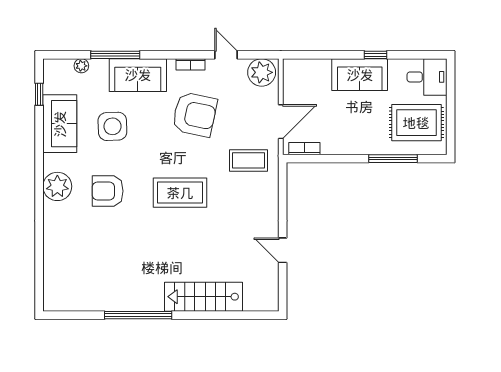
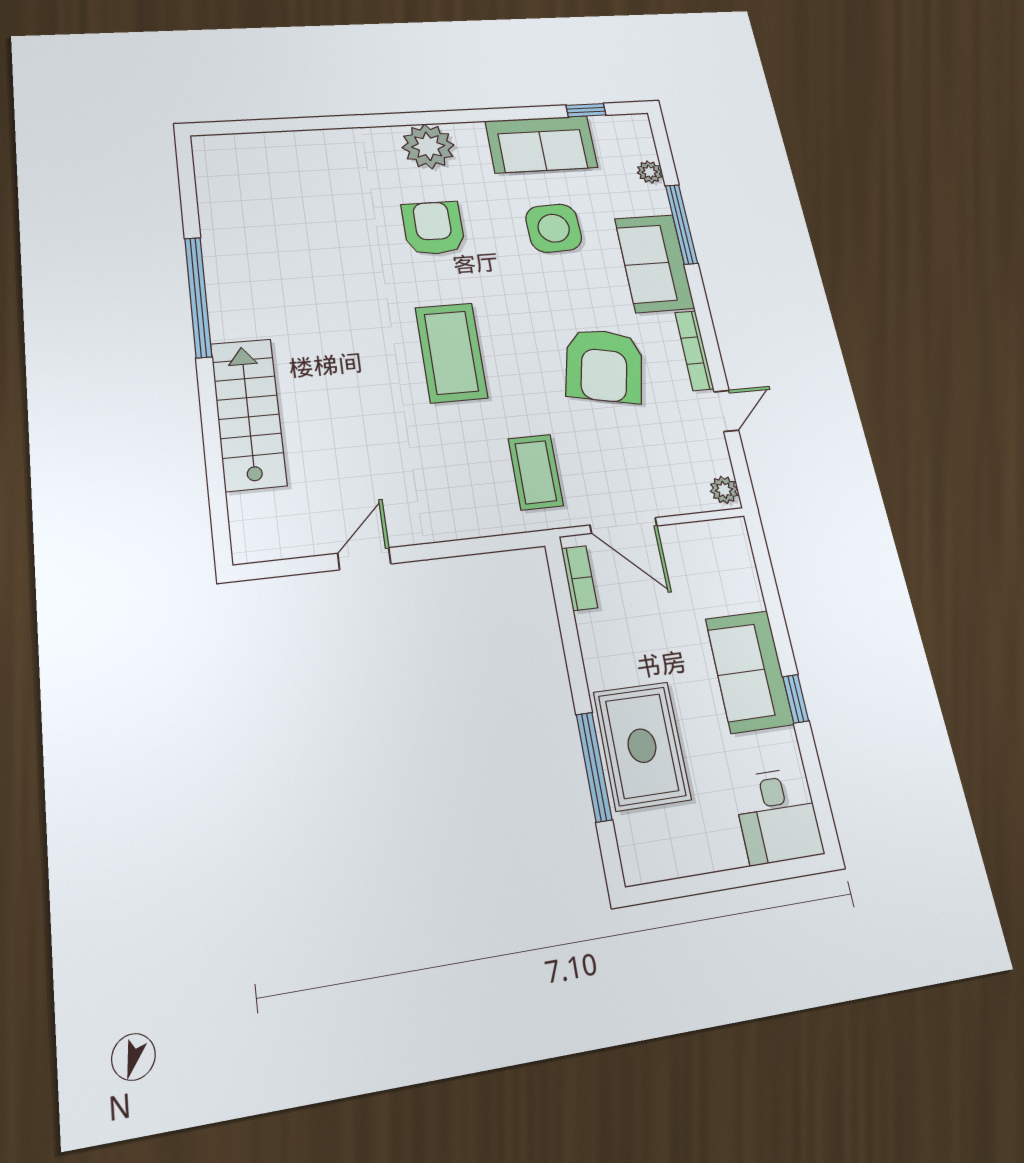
bookcase: (190, 64) -> (694, 350), width x1.56
plant: (262, 72) -> (724, 490), width x0.53, depth x0.53
rug: (416, 123) -> (642, 746), moved

